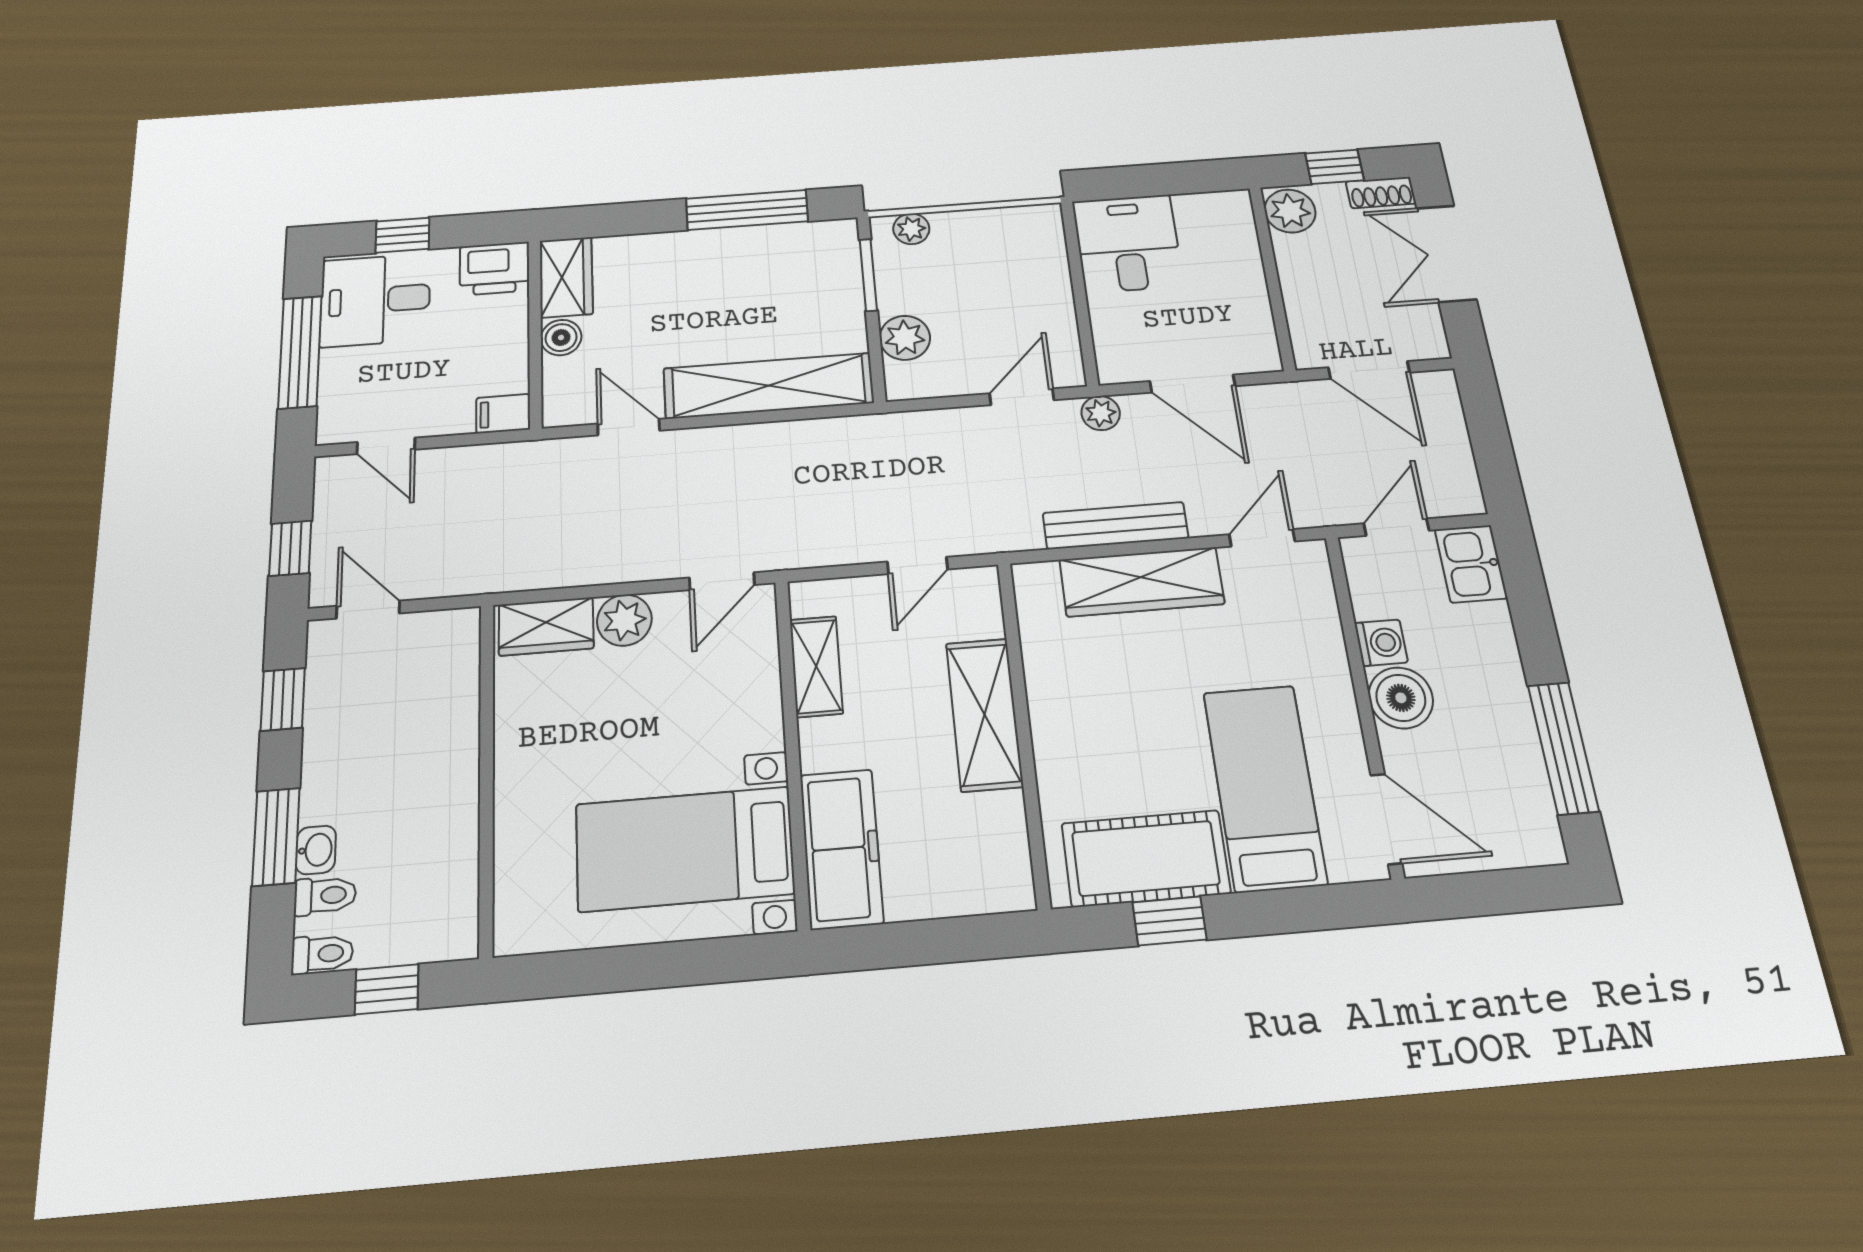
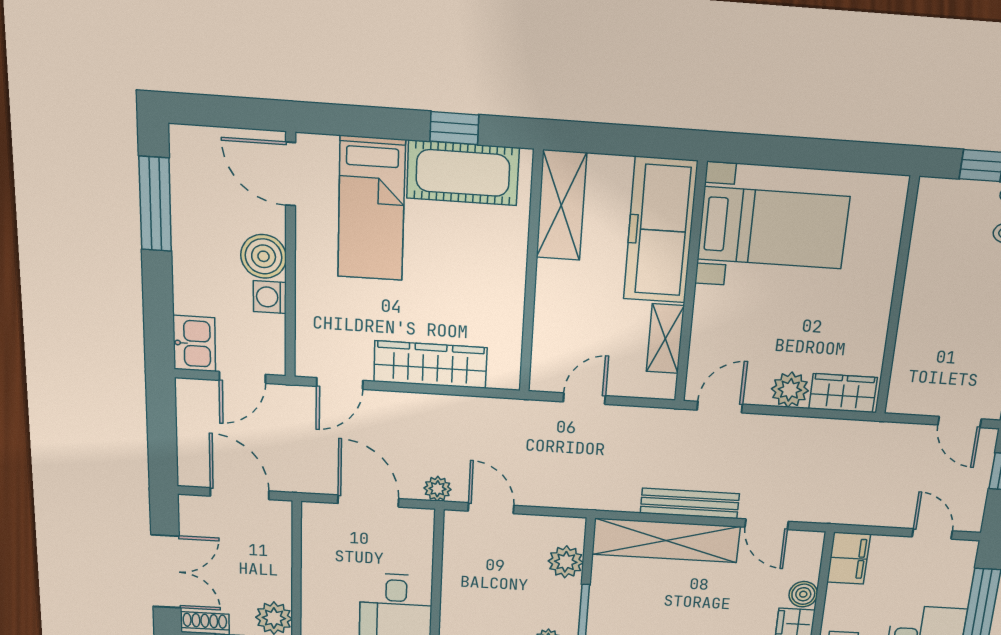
door: (1022, 397) -> (491, 508), swing flipped
filing cabinet: (503, 414) -> (849, 558), width x2.00
bench: (1115, 526) -> (690, 503), moved
shelving: (984, 714) -> (561, 205), moved
freezer: (841, 849) -> (660, 231), width x1.36, depth x1.26

